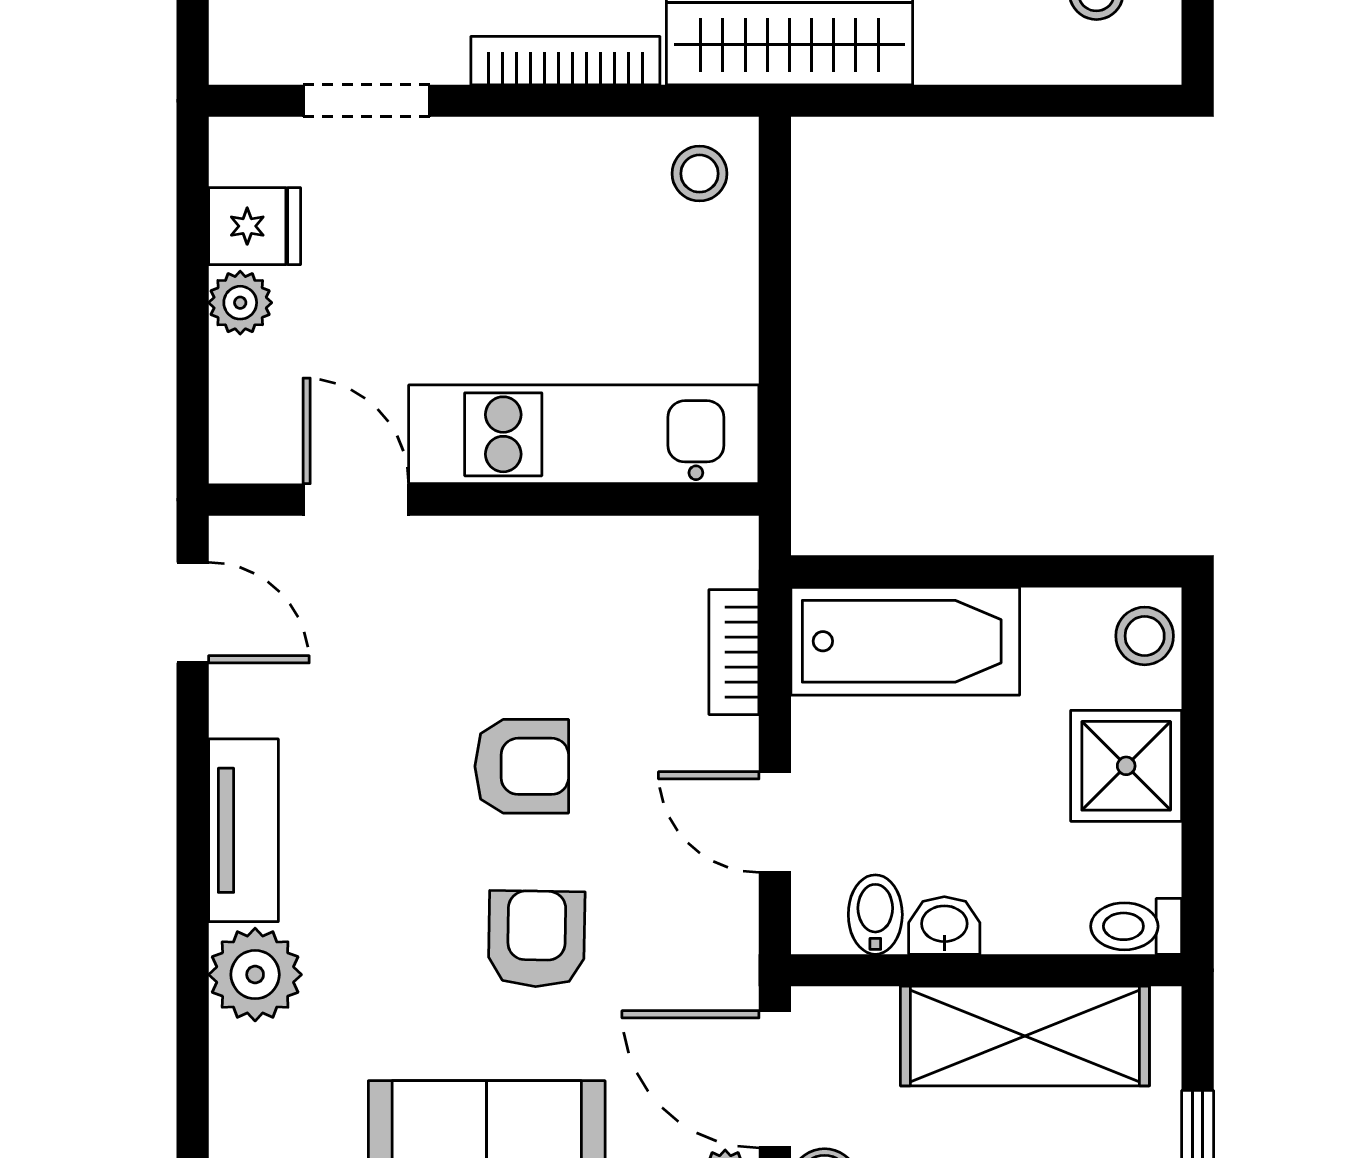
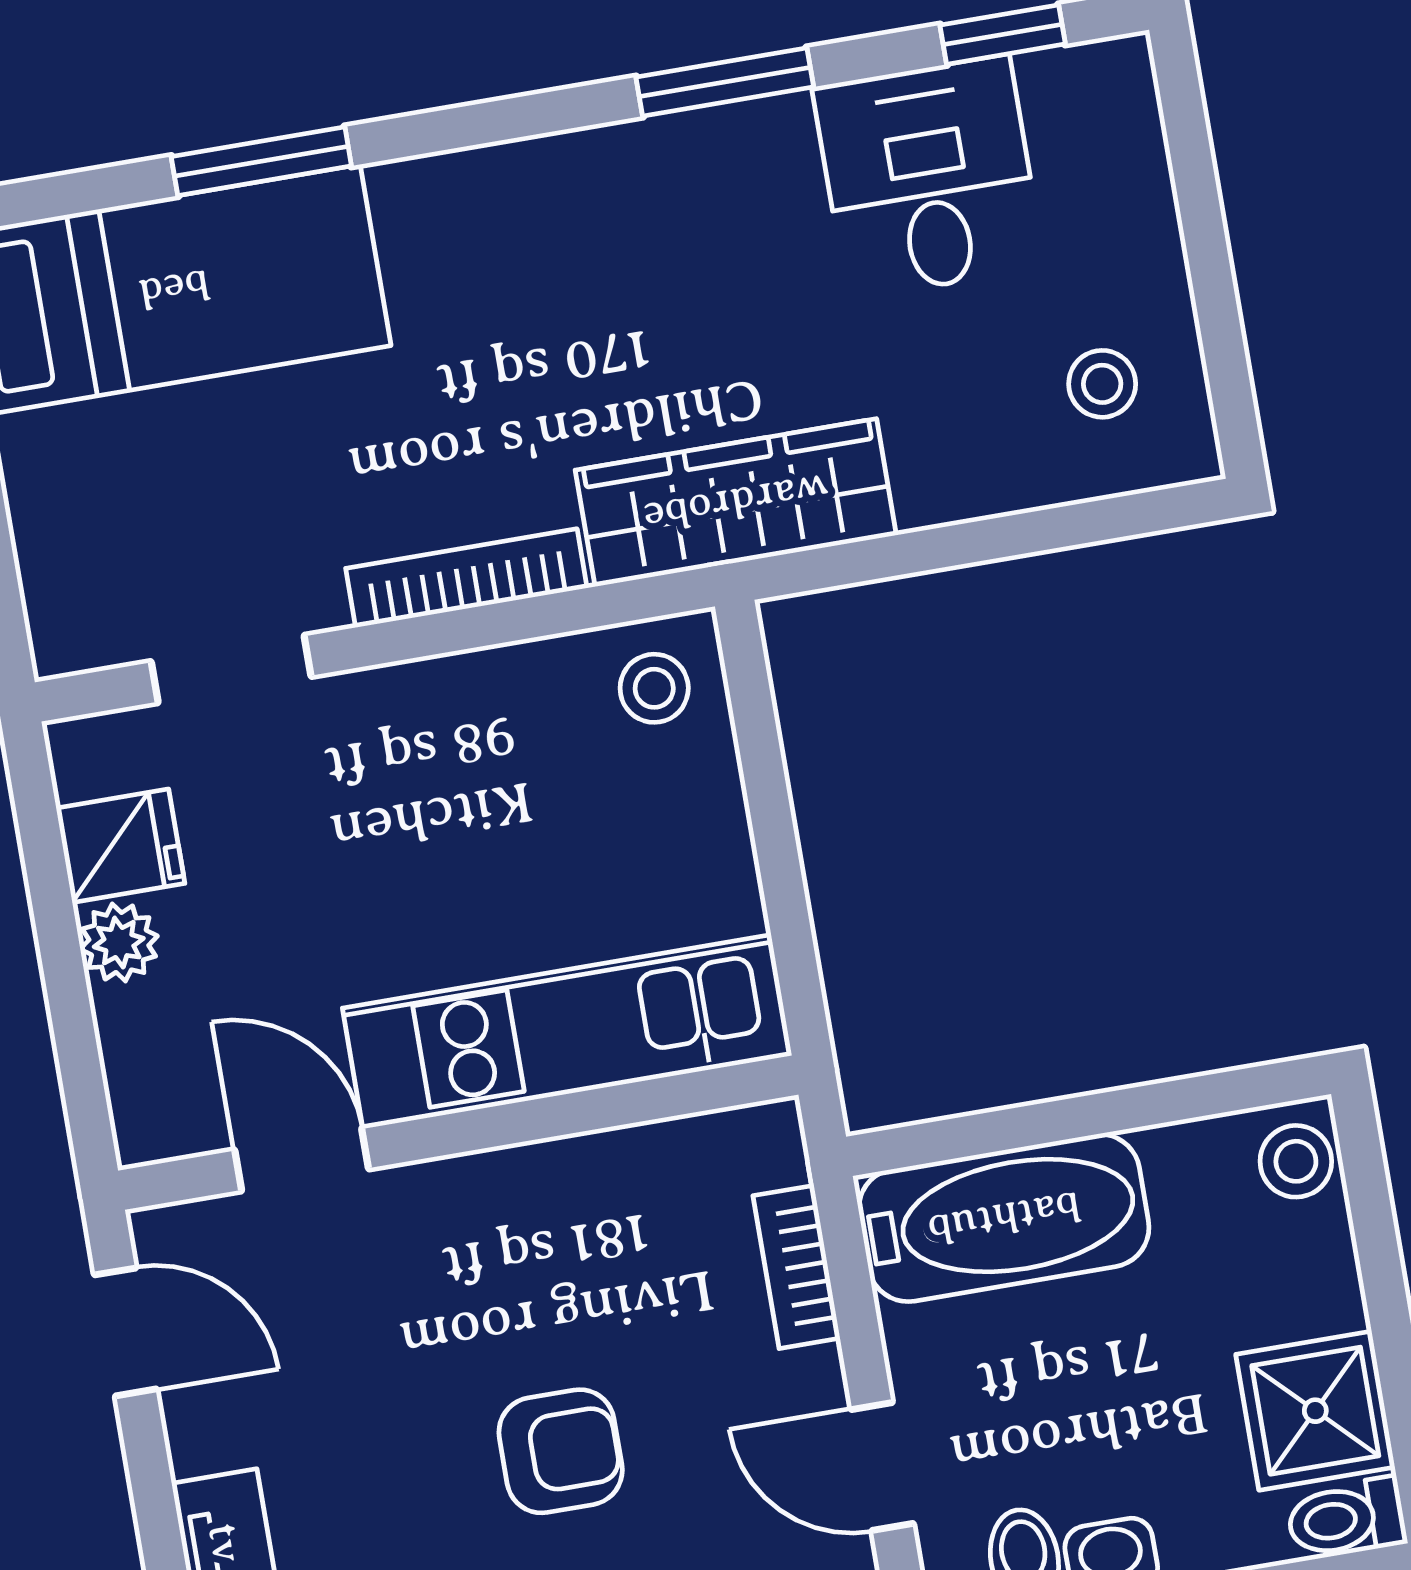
shower: (1126, 766) -> (1315, 1411), moved

